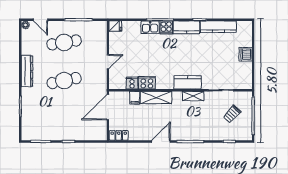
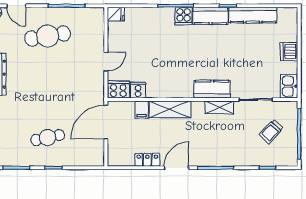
kitchen sink: (150, 27) -> (289, 86), moved, turned 90
cafe table: (64, 81) -> (48, 138), moved, width x0.73, depth x0.74
cooker: (147, 83) -> (118, 90), moved
locker: (119, 135) -> (147, 160), moved

